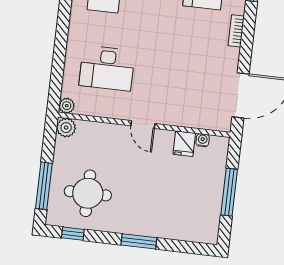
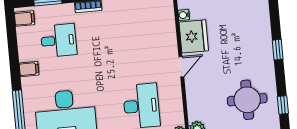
fridge: (184, 144) -> (194, 36), width x1.88, depth x1.34
window: (139, 241) -> (278, 50), width x0.67

